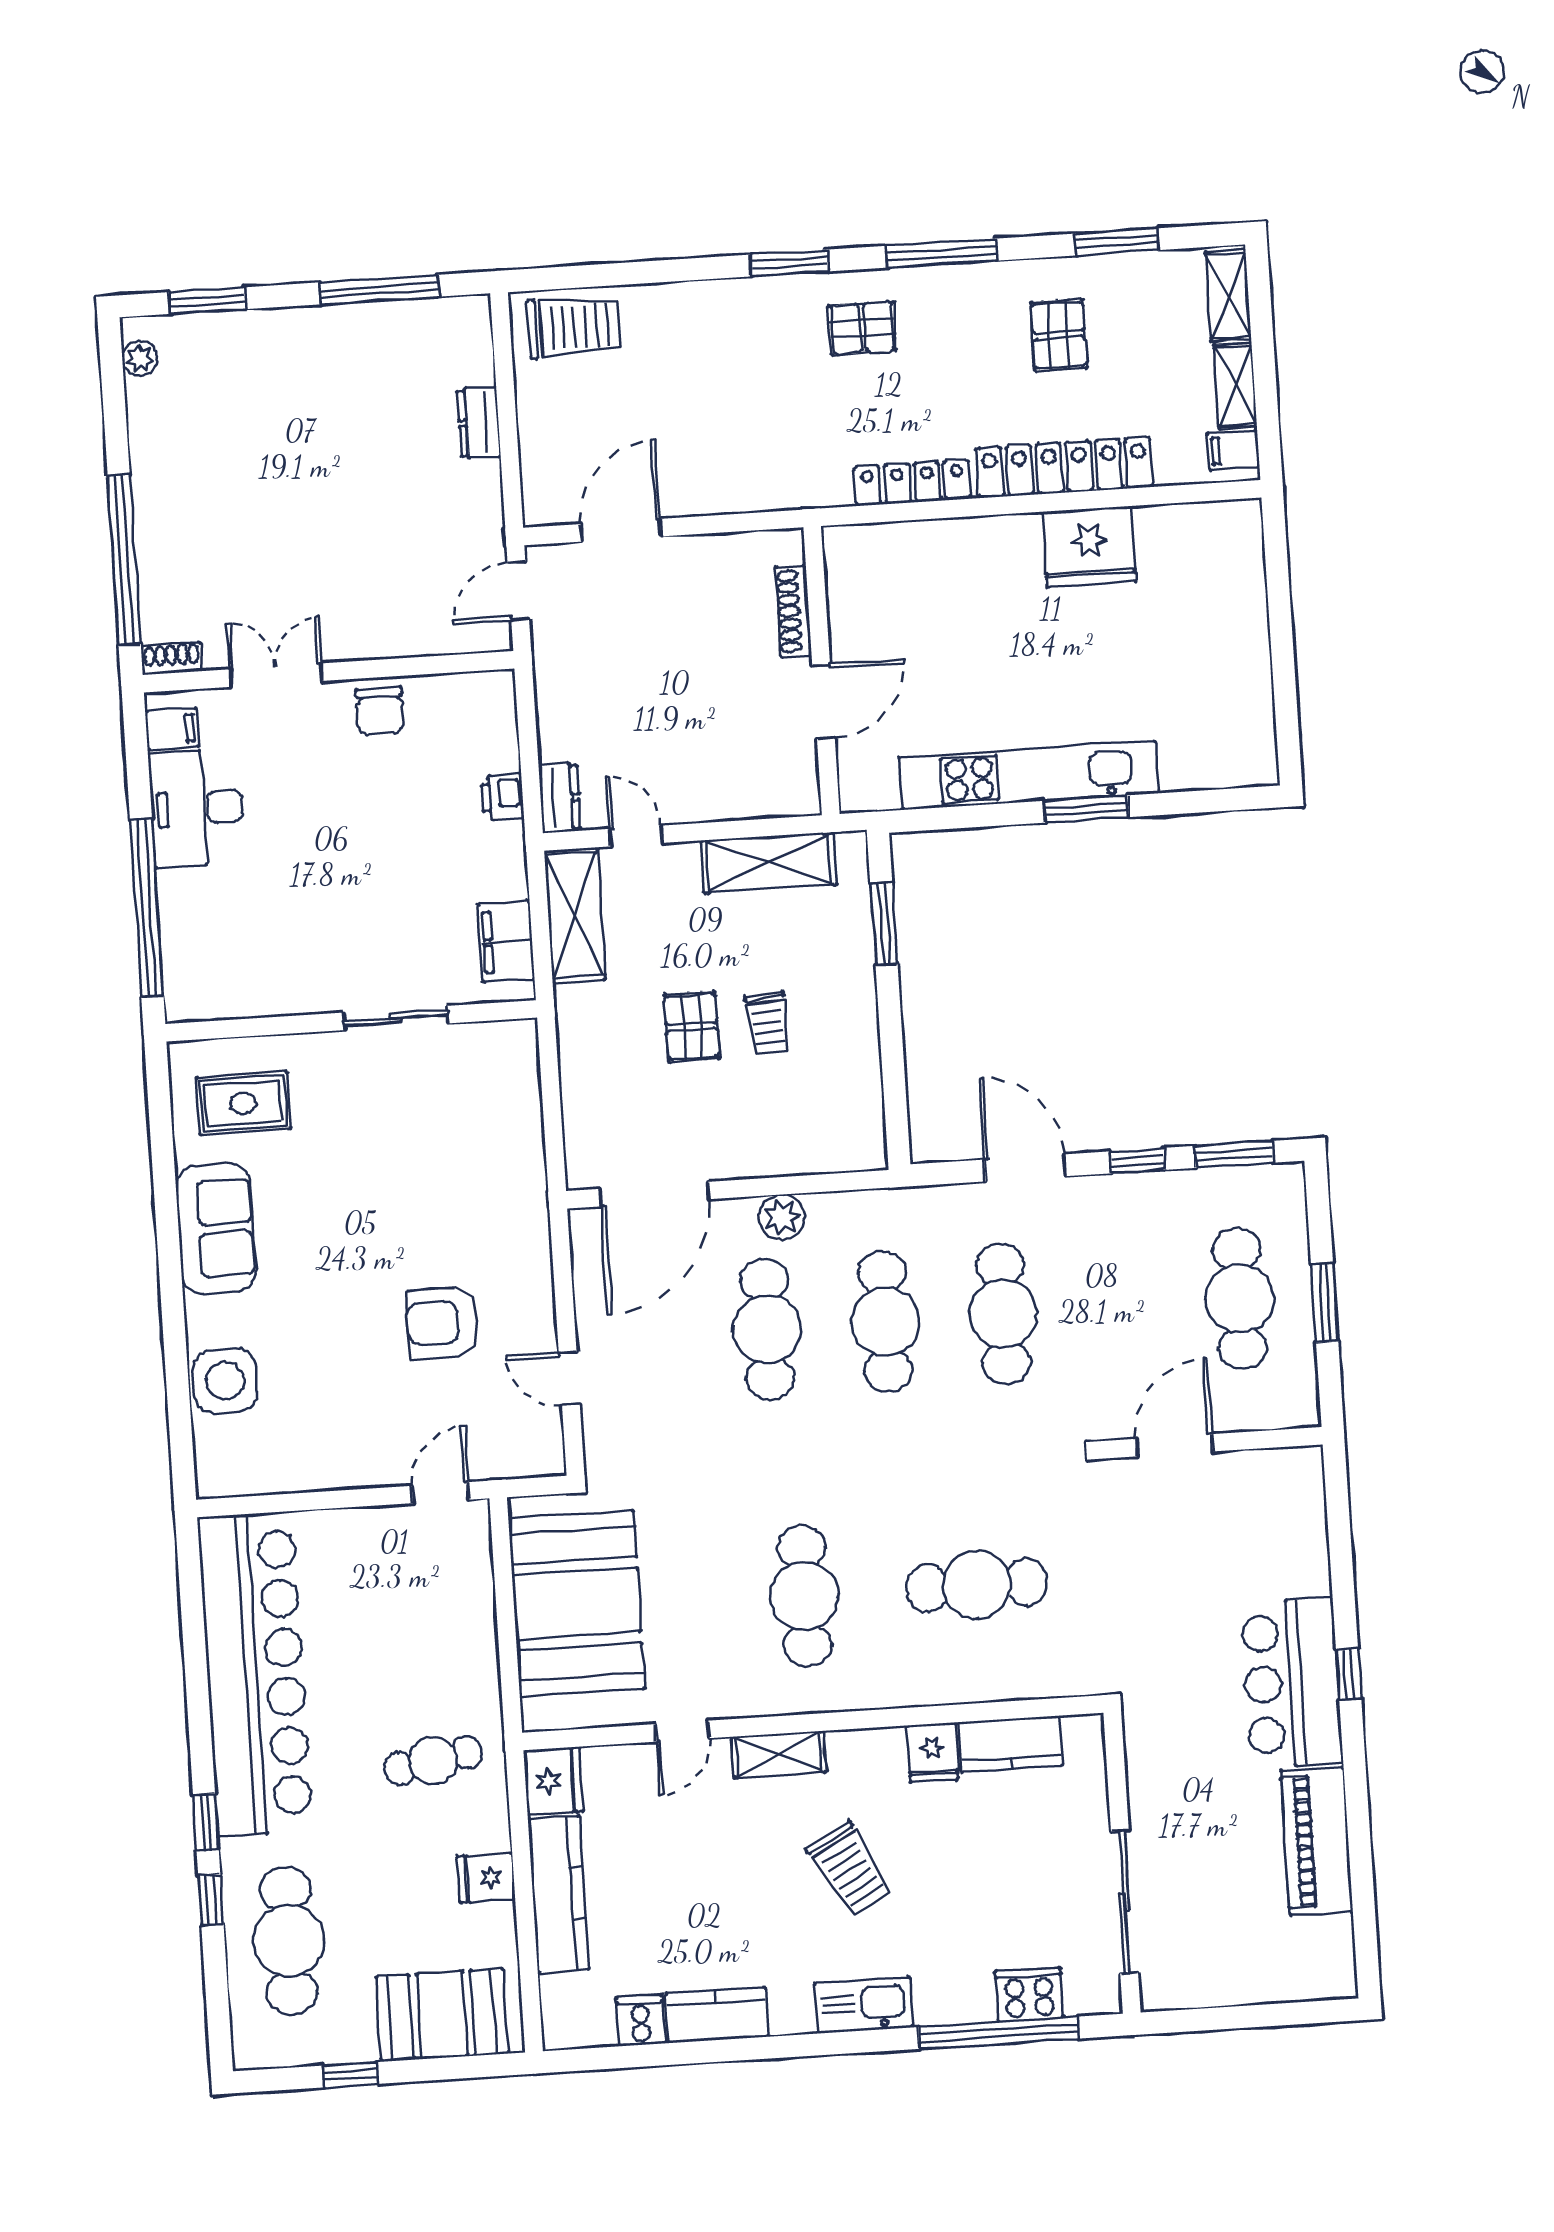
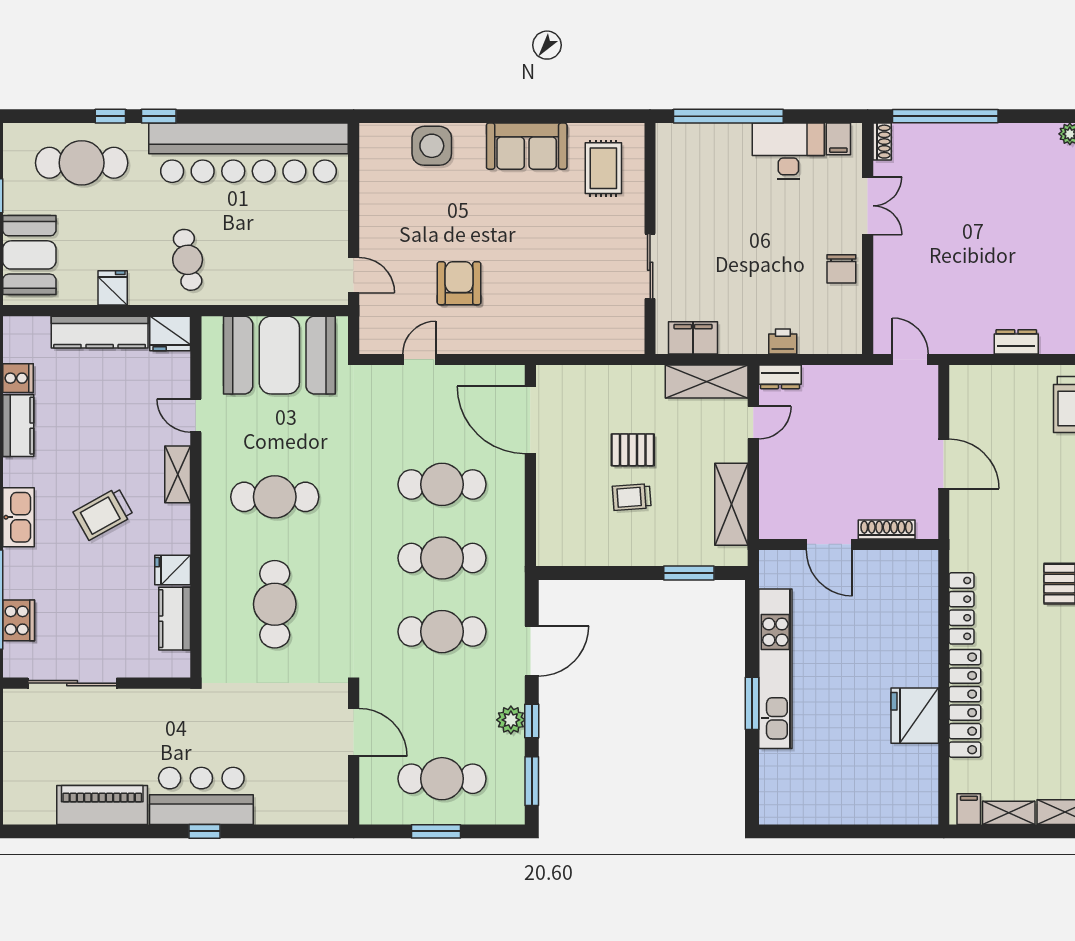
pallet: (1059, 335) -> (1047, 705), removed
door: (621, 530) -> (944, 464), moved
chair: (380, 711) -> (841, 269), turned -90
plant: (782, 1217) -> (511, 720), moved

